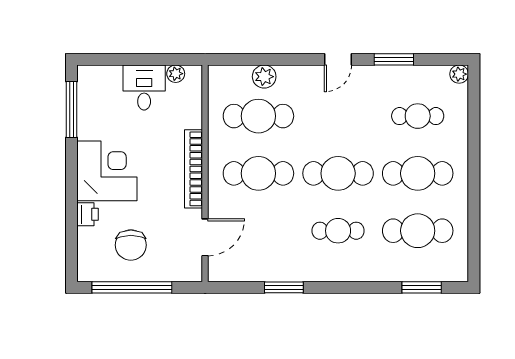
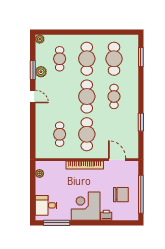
plant: (264, 77) -> (41, 72), moved
desk: (144, 87) -> (46, 205), moved
cafe table: (258, 116) -> (60, 134), width x0.73, depth x0.74

